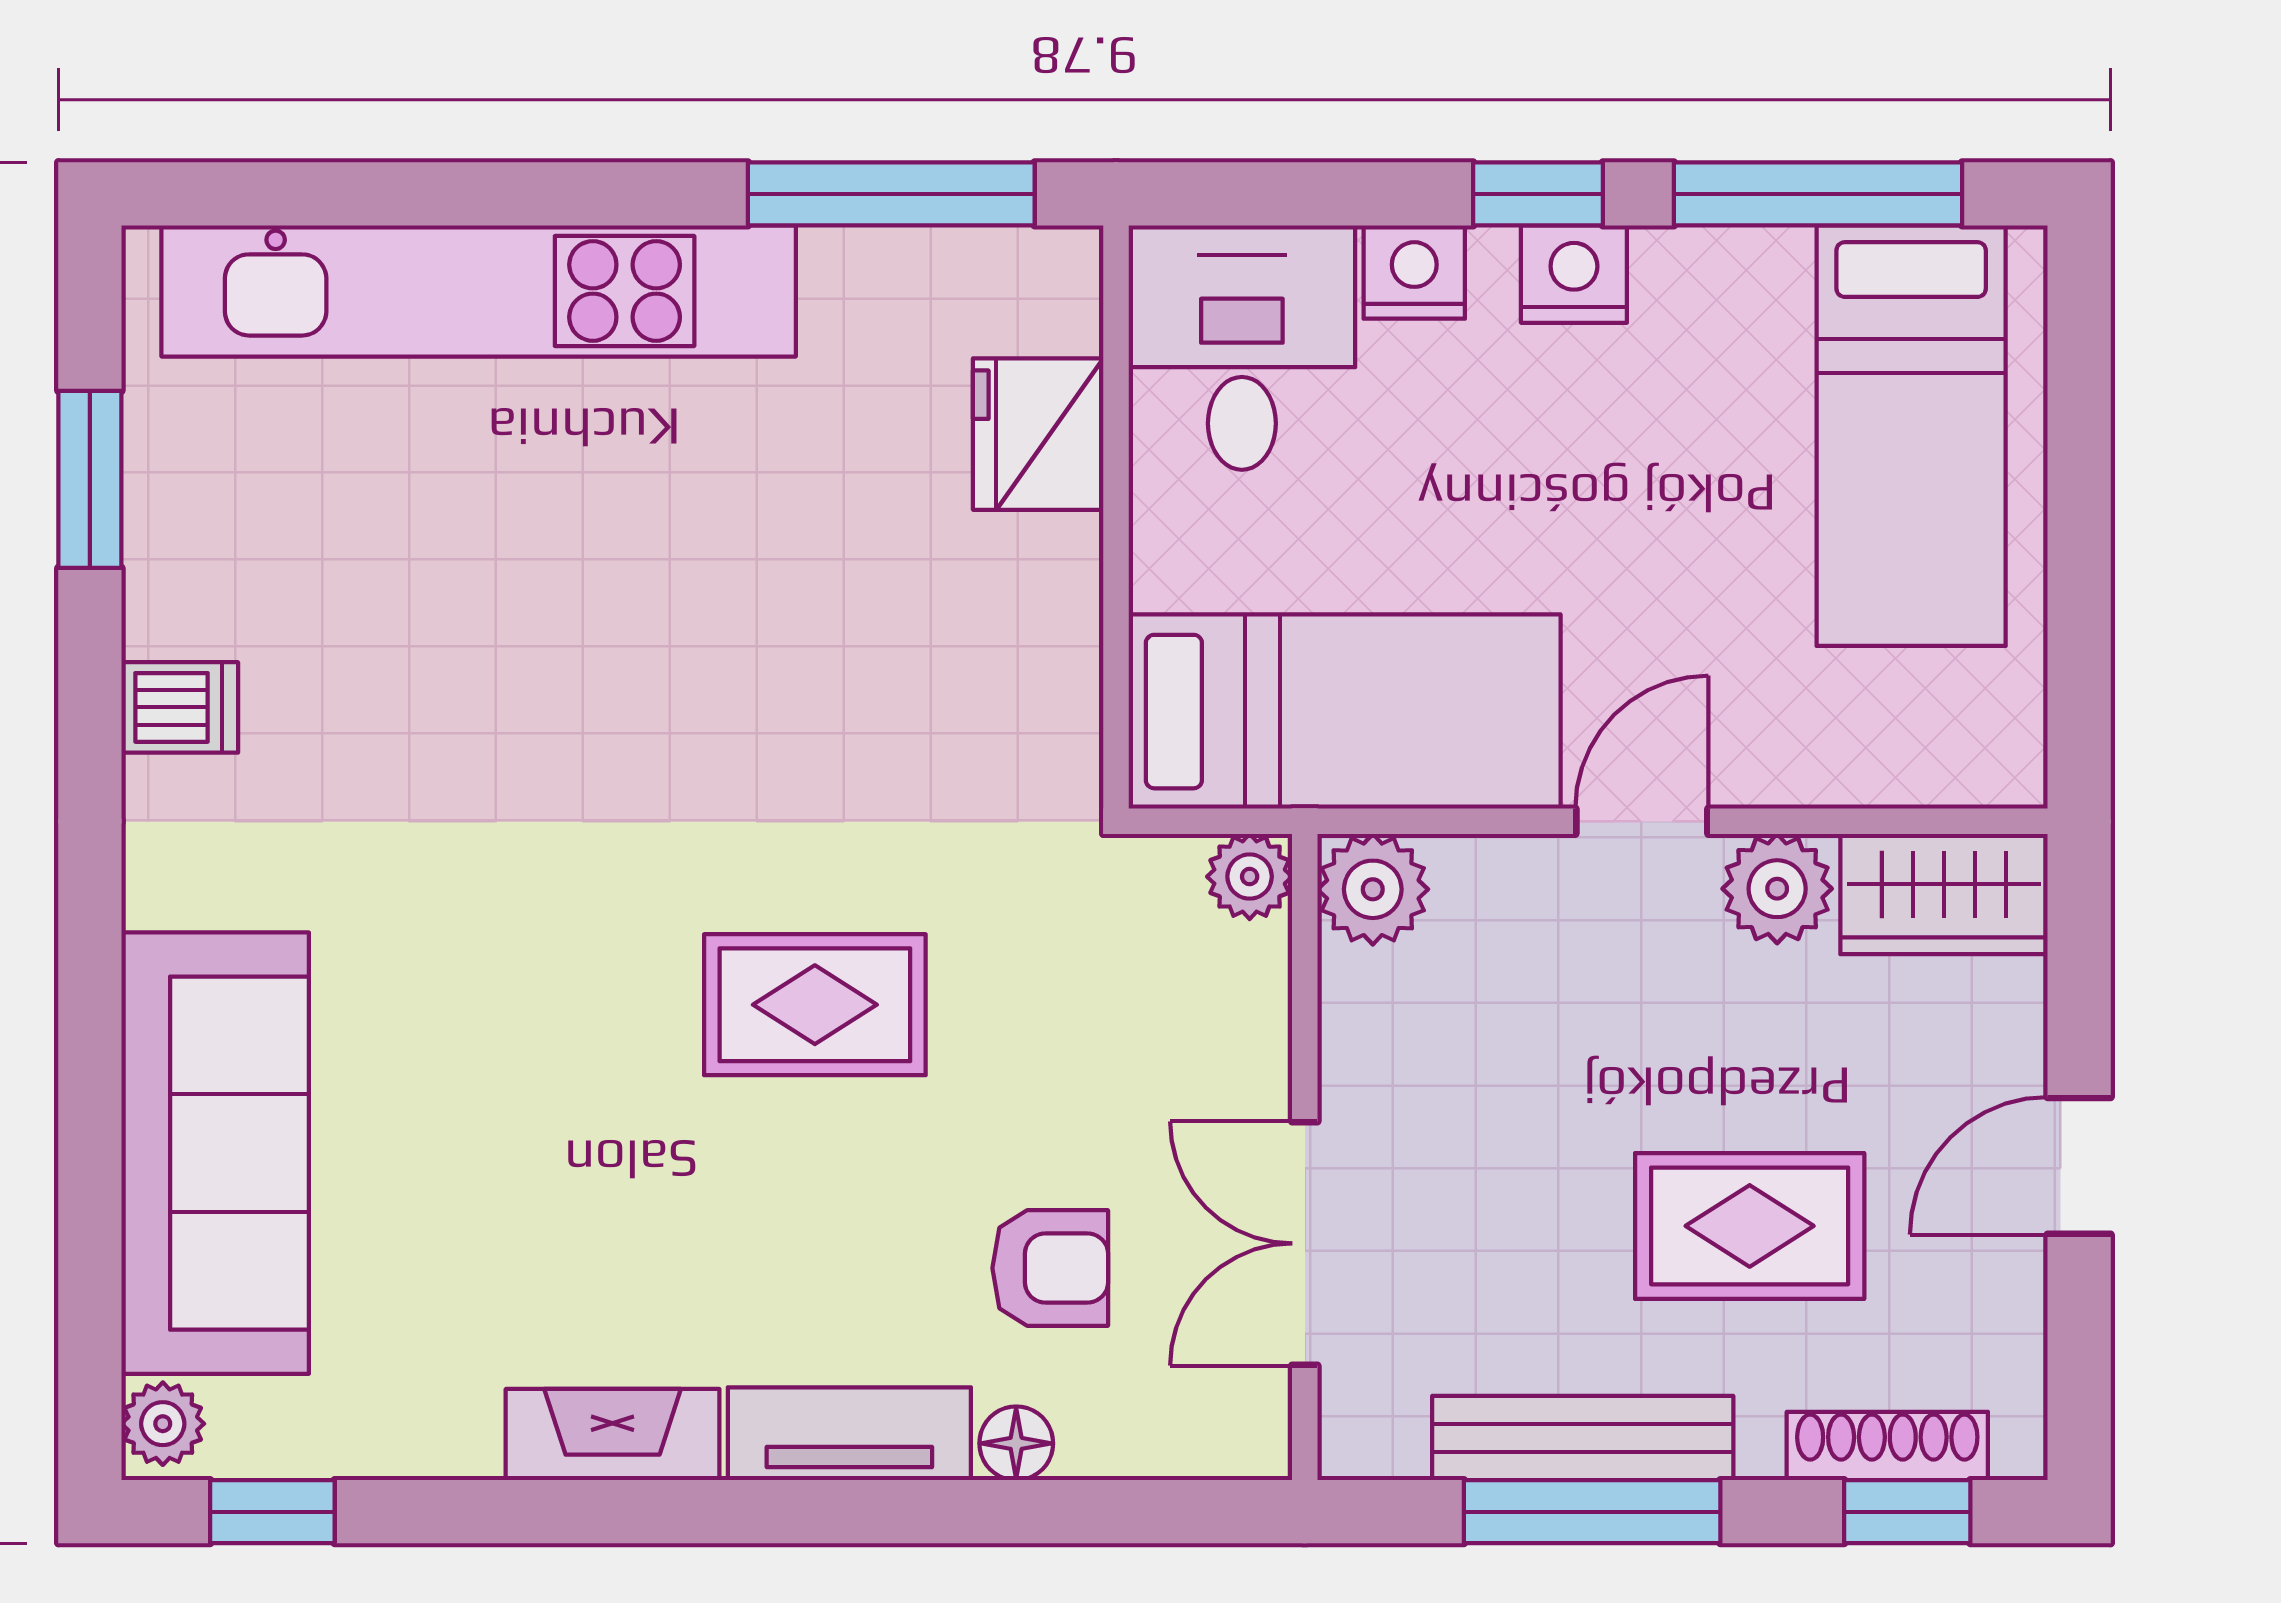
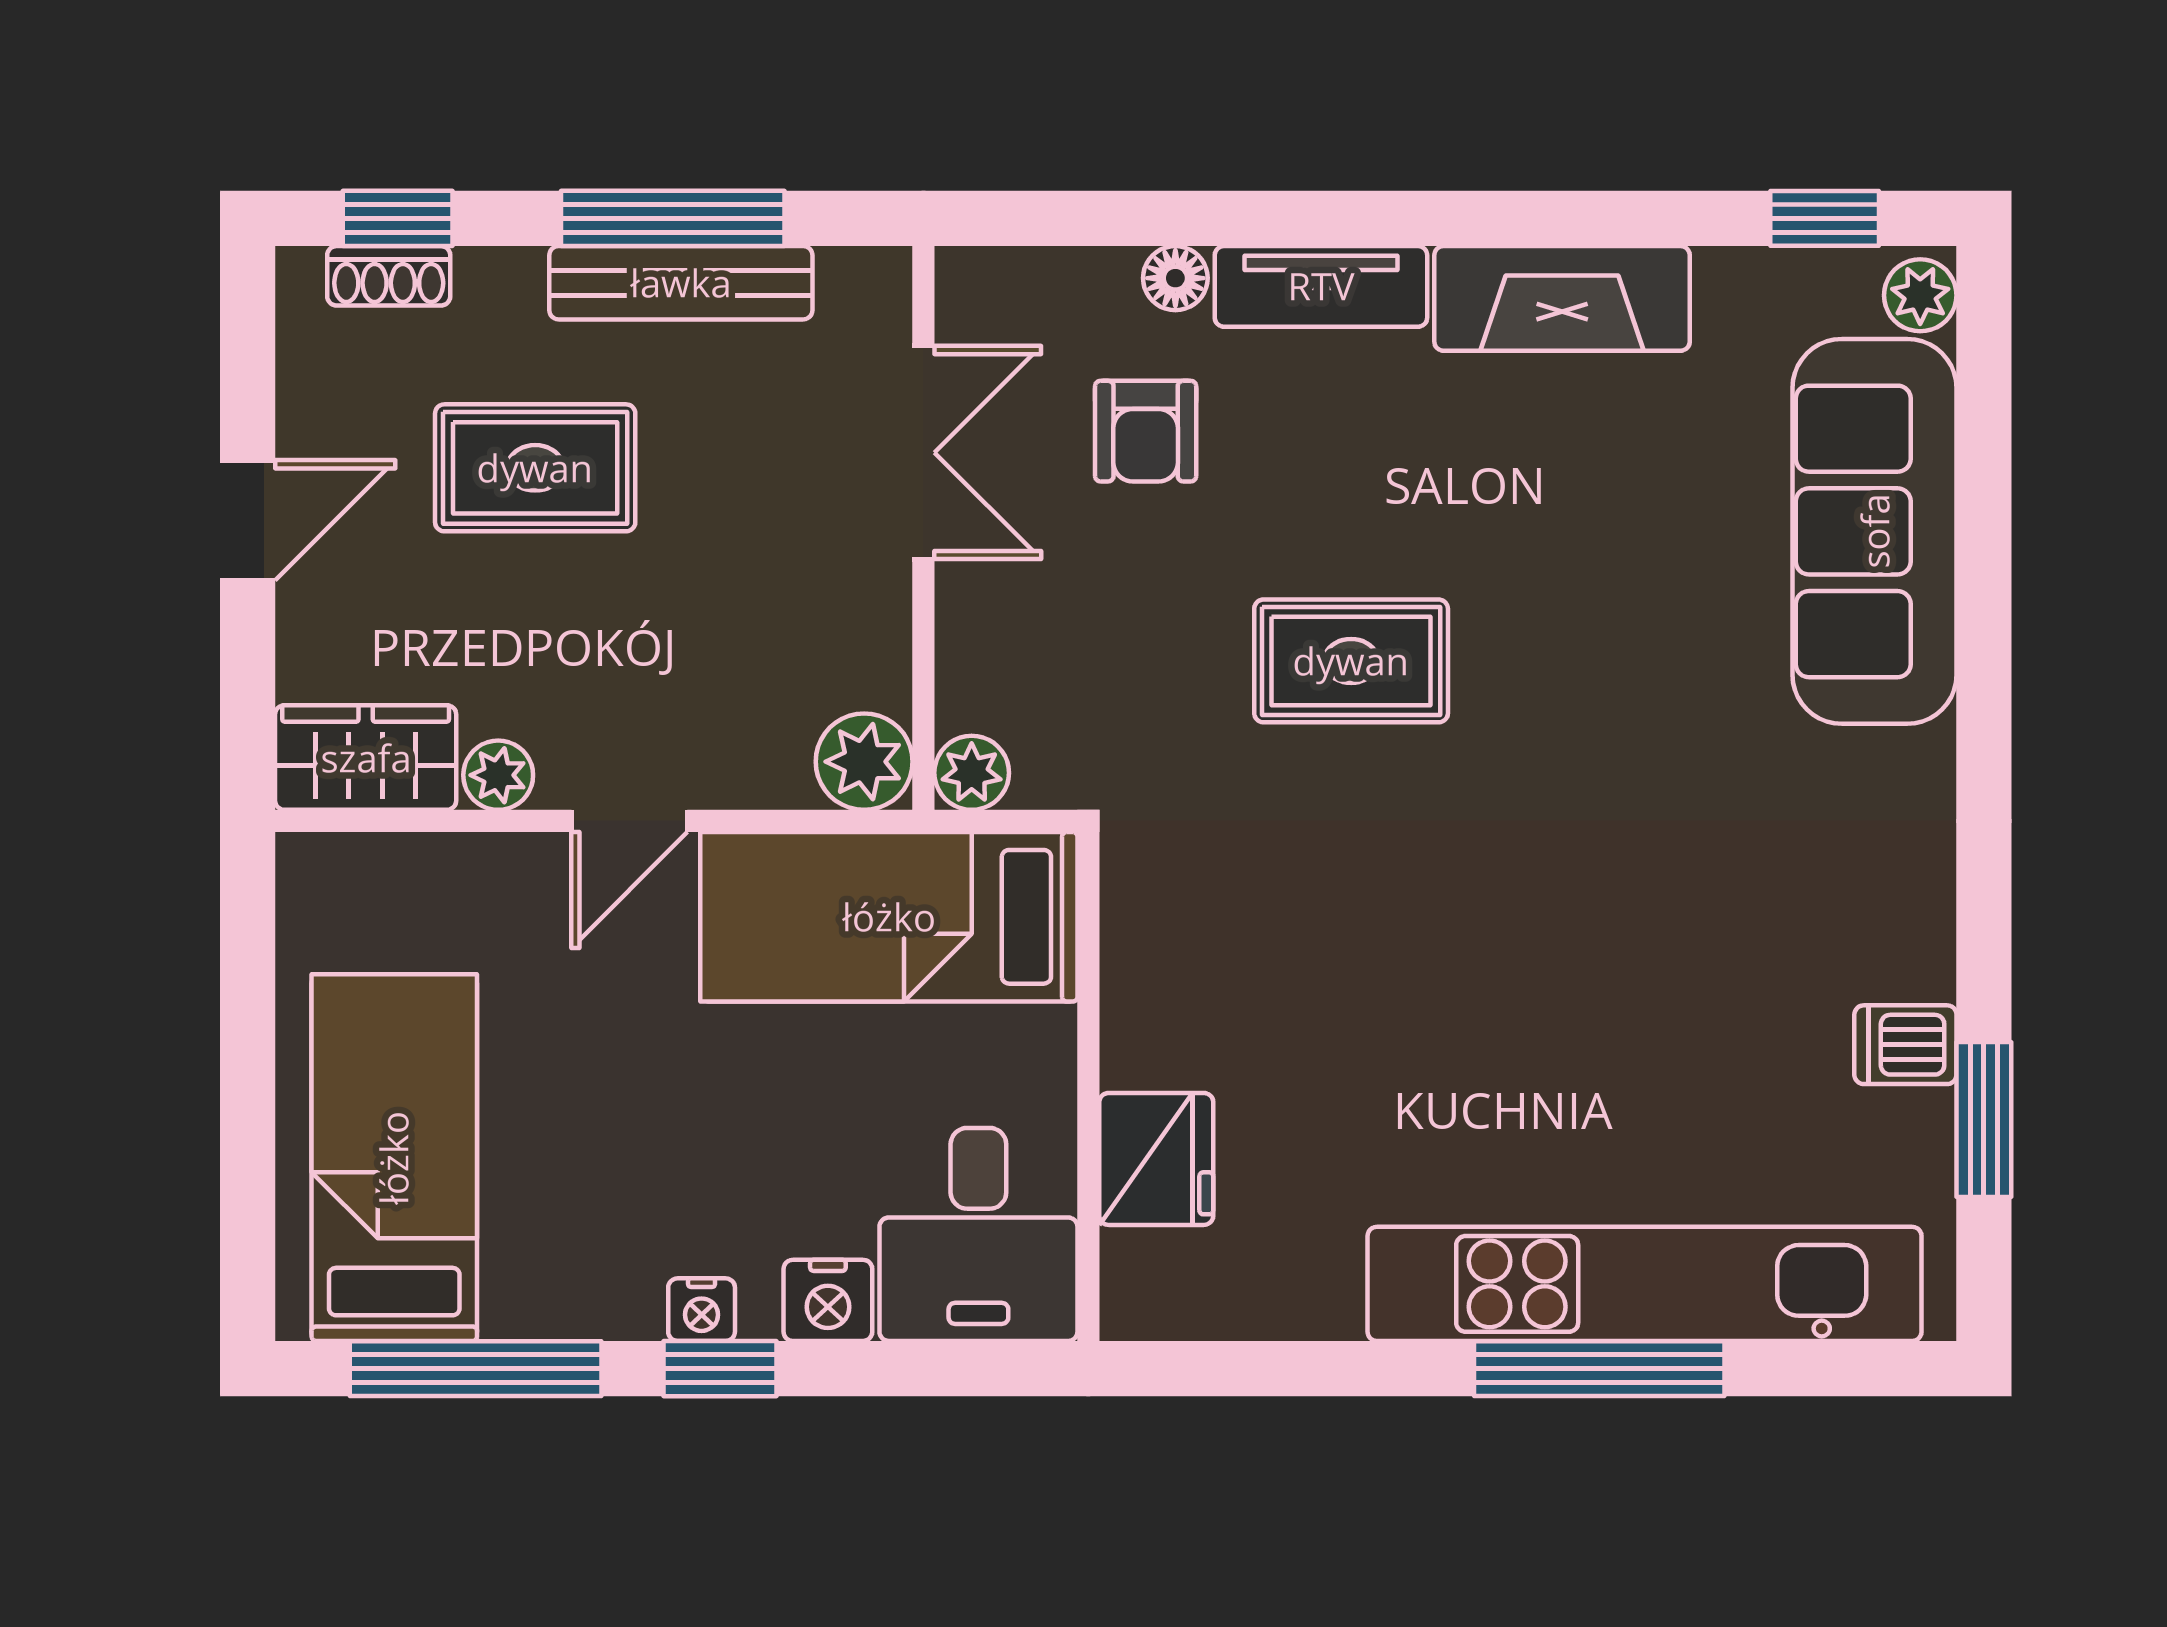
window: (891, 194) -> (1599, 1369), moved
nightstand: (1574, 274) -> (702, 1310), width x0.72, depth x0.74
dishwasher: (180, 707) -> (1905, 1045), moved
plant: (1777, 889) -> (498, 775), width x0.73, depth x0.73
armchair: (1050, 1268) -> (1146, 431), turned -90
fireplace: (613, 1435) -> (1562, 298), width x1.37, depth x1.32
shoe rack: (1887, 1446) -> (389, 276), width x0.70

